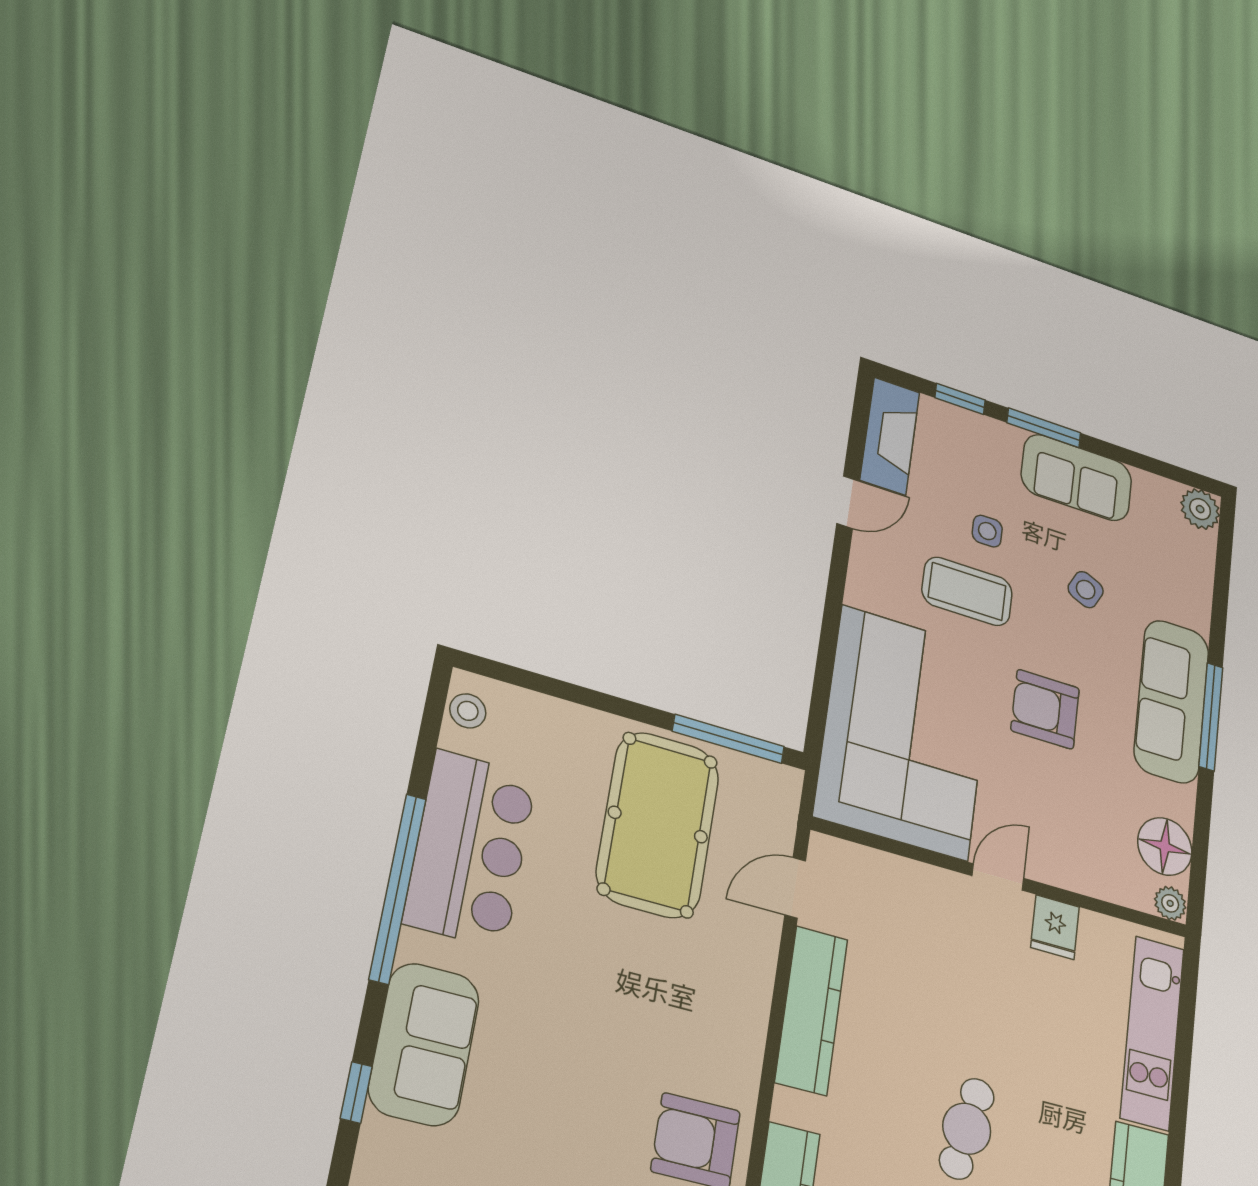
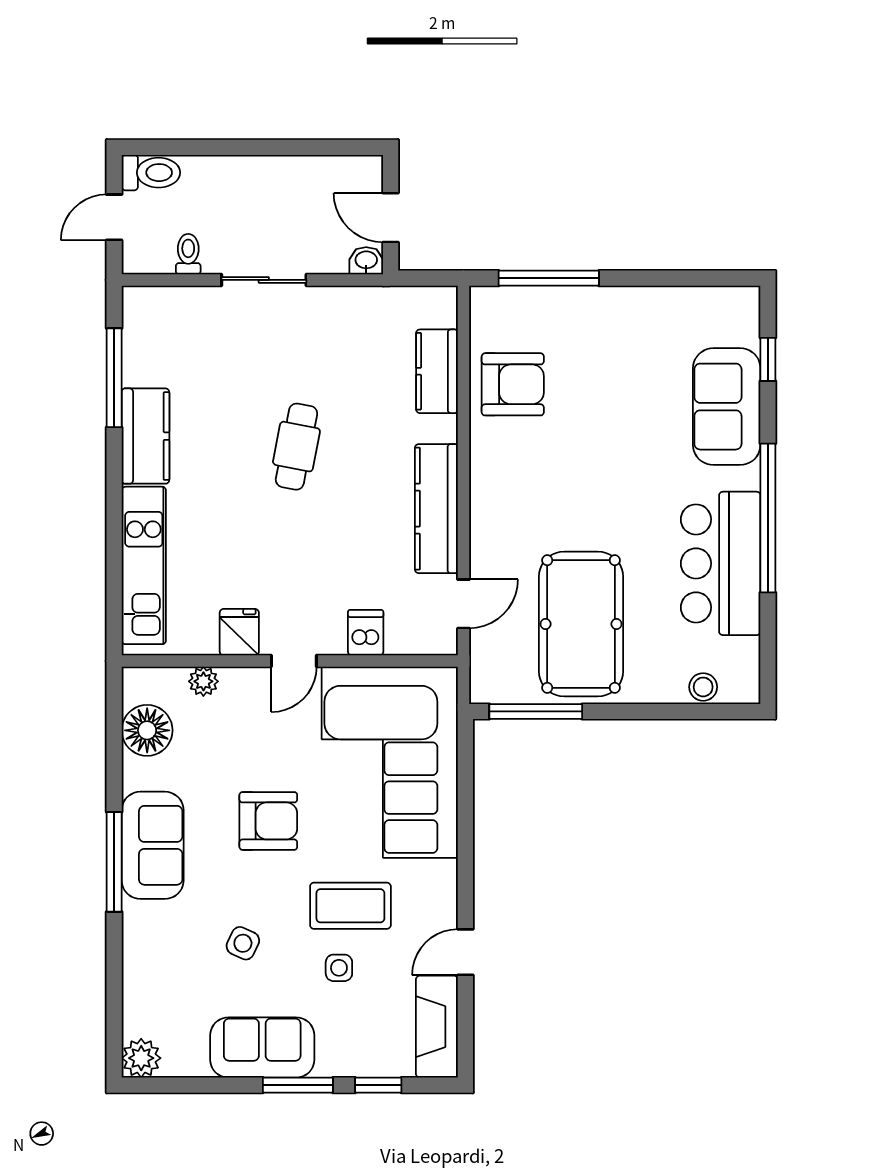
sofa: (1172, 701) -> (153, 845), width x0.73
stool: (468, 711) -> (703, 687), moved
dishwasher: (913, 886) -> (366, 633), added
plant: (1170, 903) -> (203, 681), moved

